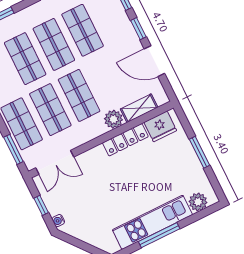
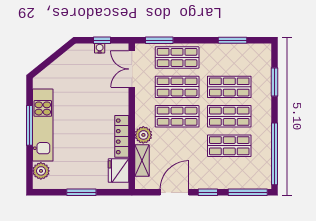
water cooler: (58, 221) -> (100, 48), moved

